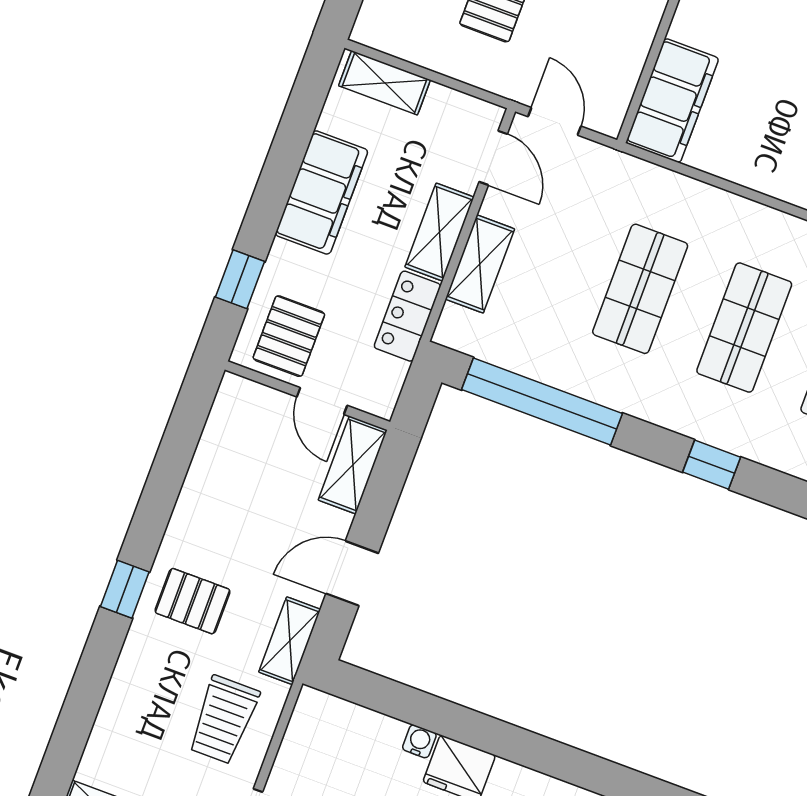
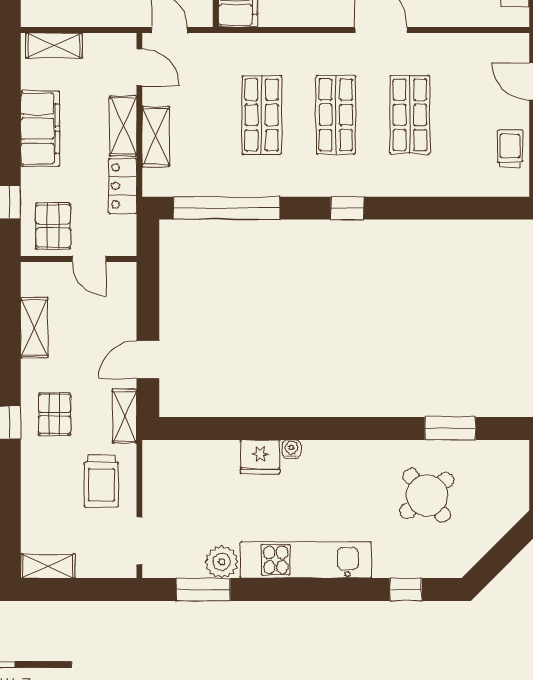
shelving: (353, 465) -> (34, 328), moved
pallet: (192, 601) -> (54, 414), turned 90
water cooler: (419, 741) -> (291, 449), moved

